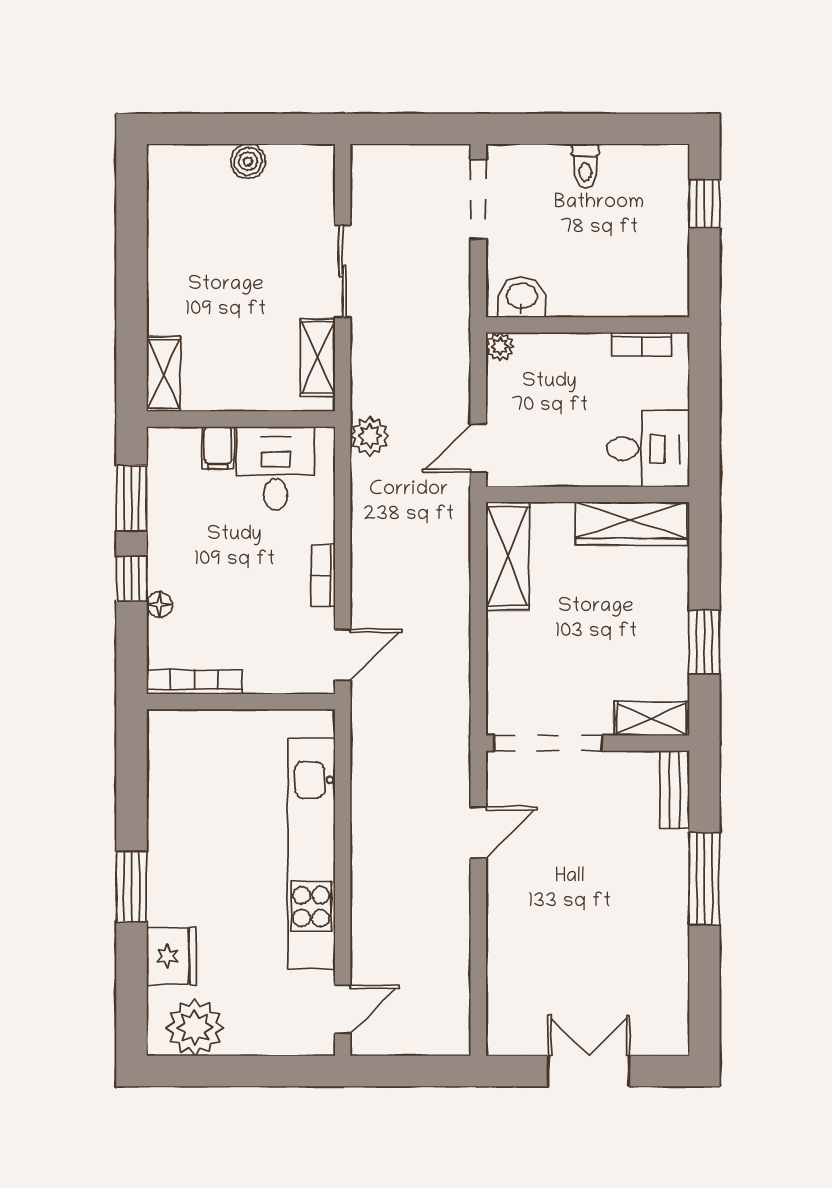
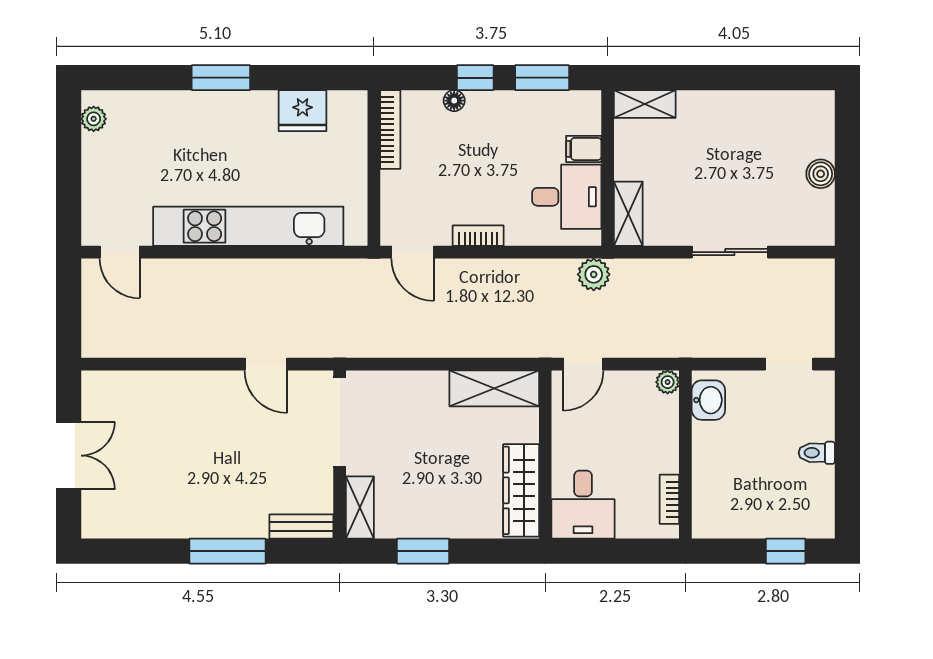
doorway: (478, 199) -> (789, 364), width x0.73
shelving: (318, 358) -> (628, 214), moved, turned 90
door: (478, 448) -> (583, 364), swing flipped
fridge: (171, 956) -> (303, 111), moved
plant: (195, 1027) -> (94, 119), width x0.53, depth x0.53

